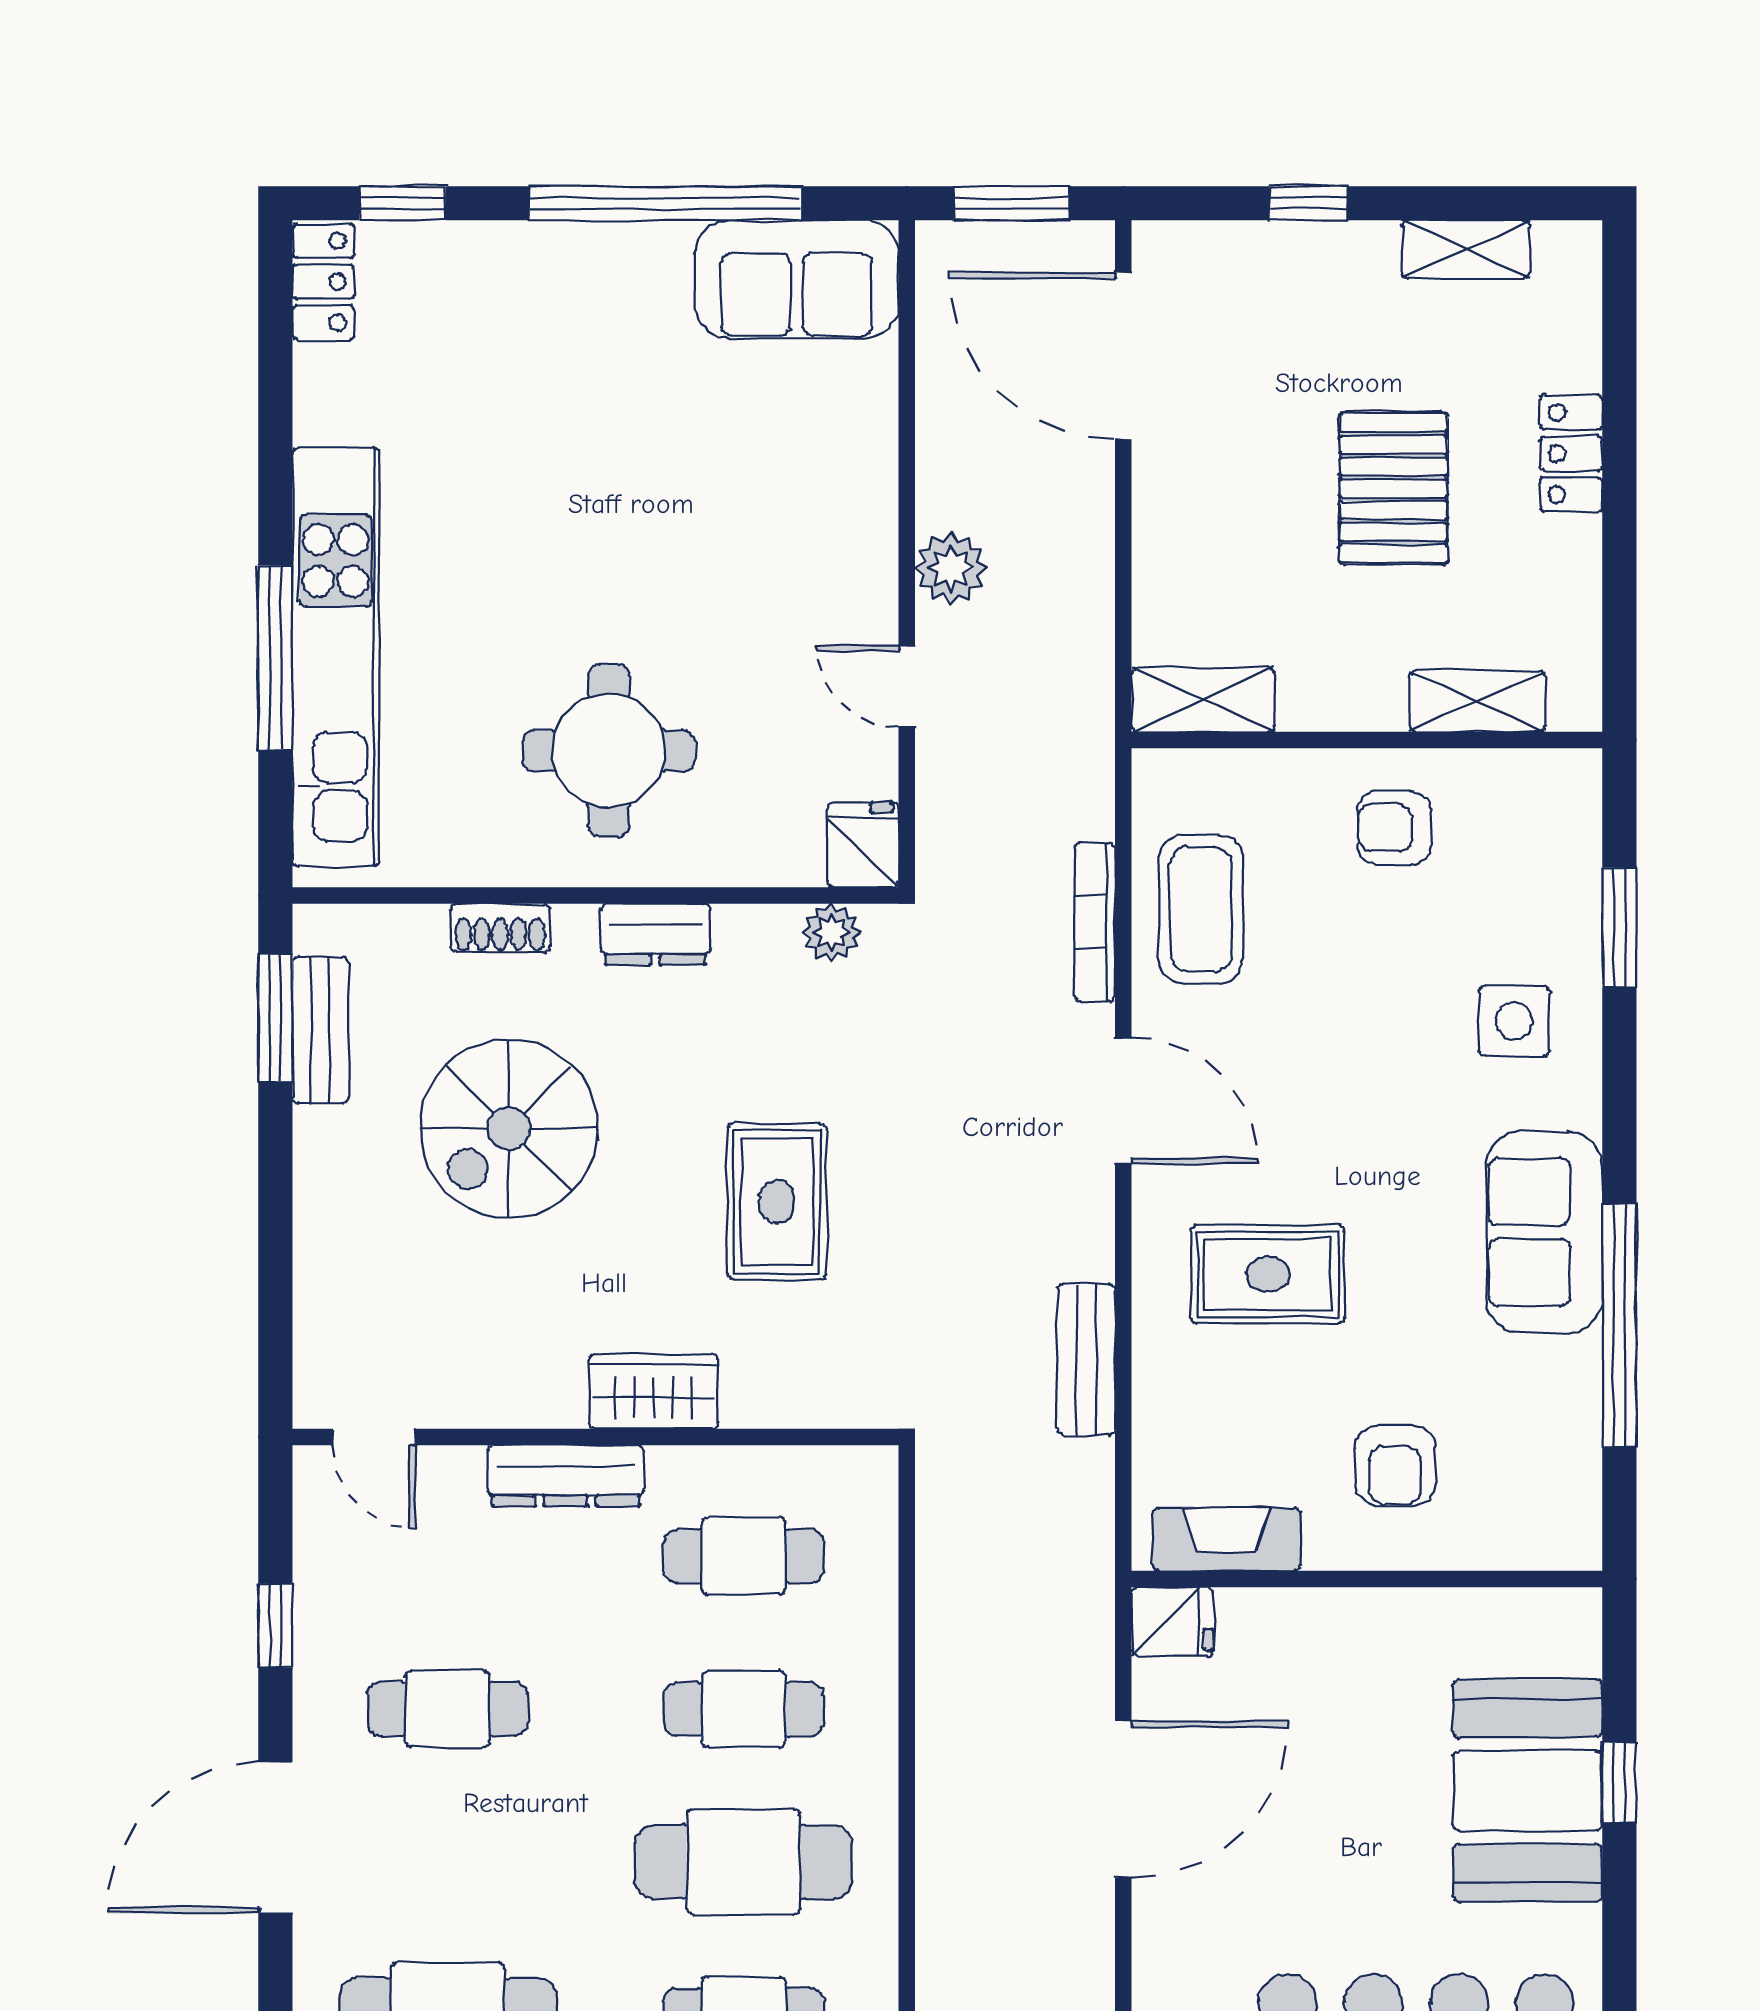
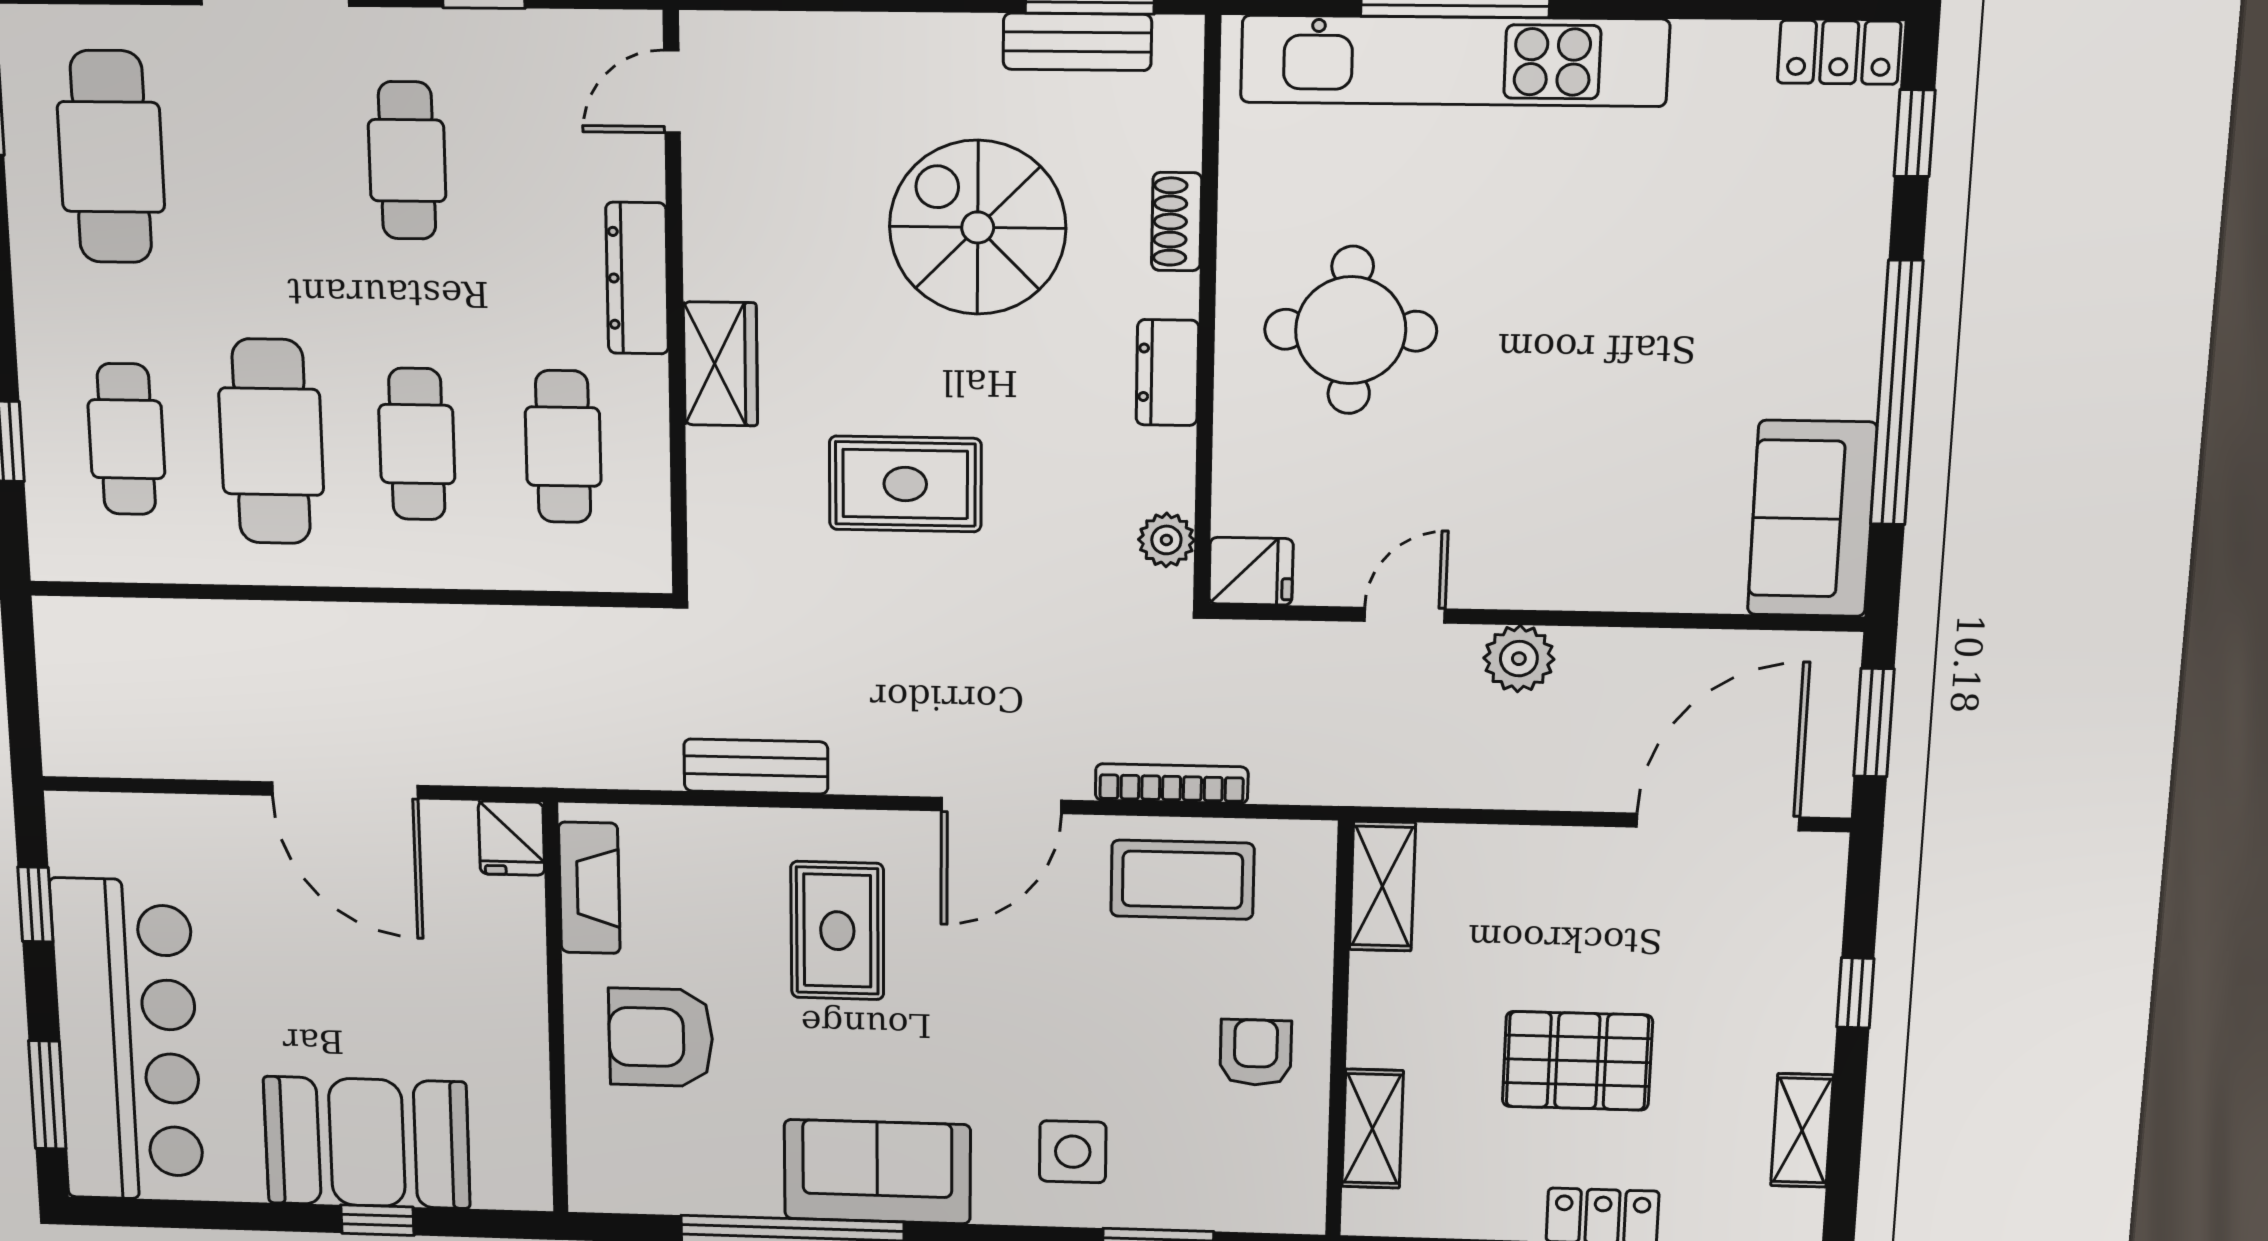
armchair: (1395, 1466) -> (661, 1037), width x1.38, depth x1.38

